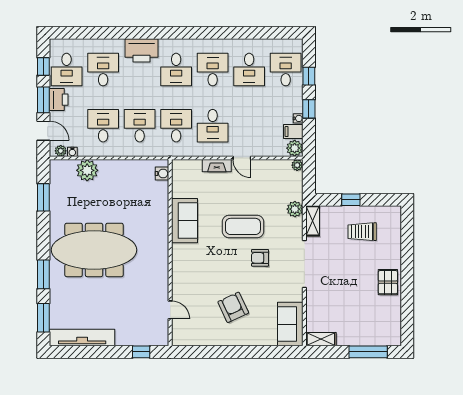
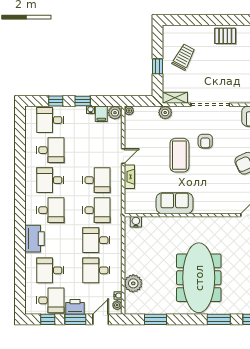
desk: (176, 126) -> (96, 210), turned 180
trolley: (362, 232) -> (184, 57), turned -152

